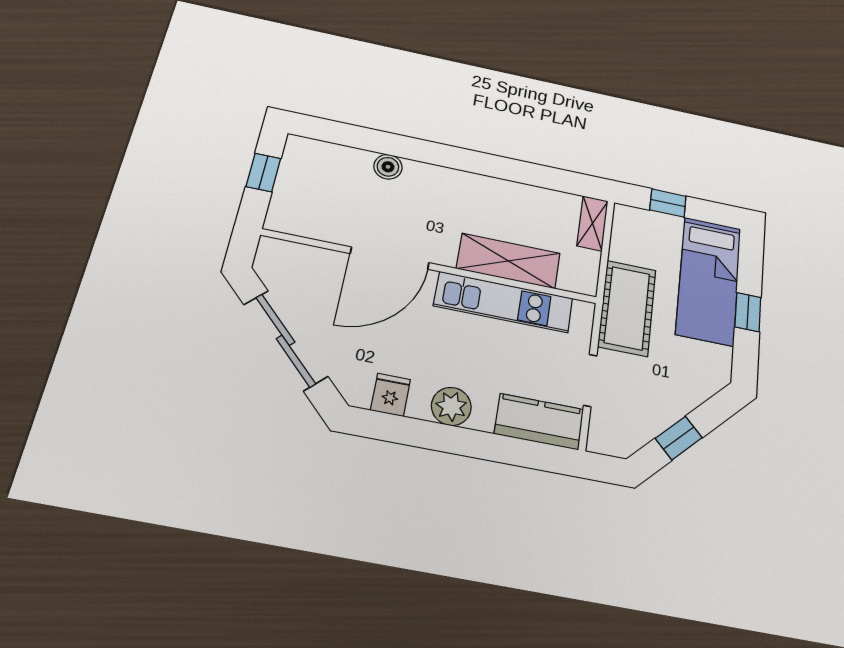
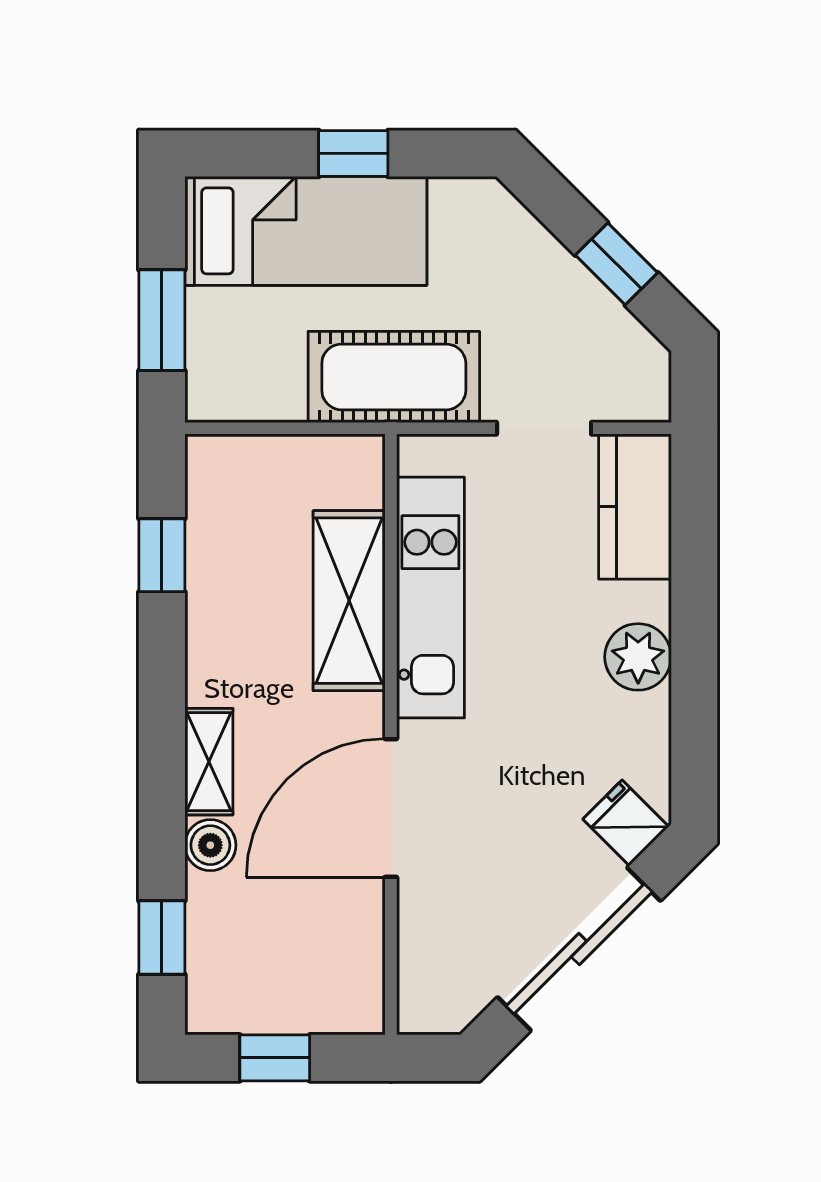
window: (343, 134) -> (162, 938), added
window: (546, 177) -> (162, 555), added
window: (668, 203) -> (162, 320), width x1.50
shelving: (593, 223) -> (209, 762), moved, turned 90
door: (390, 258) -> (391, 808), swing flipped
fridge: (390, 395) -> (626, 823), moved, turned 45

